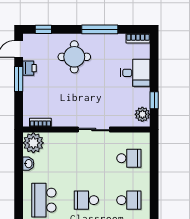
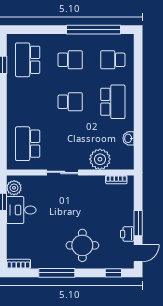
desk: (135, 73) -> (21, 210), moved
plant: (33, 143) -> (100, 159), moved
school desk: (129, 158) -> (28, 144), width x1.85
school desk: (129, 200) -> (28, 102), removed

